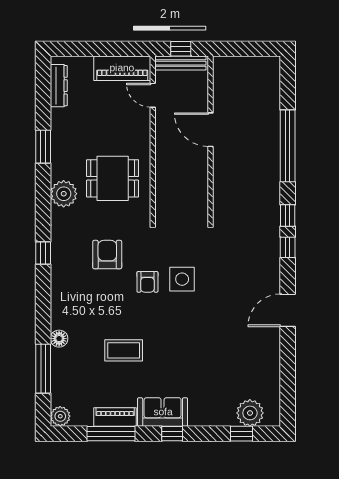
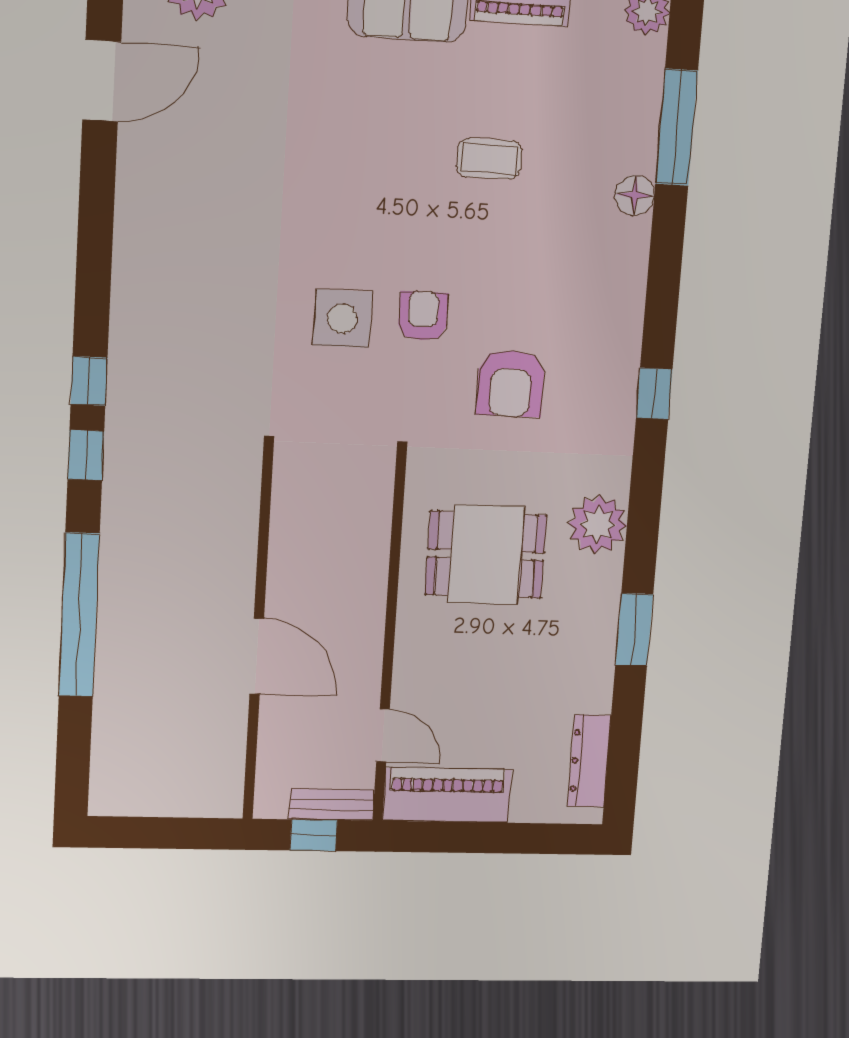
bench: (180, 63) -> (332, 804), width x0.73
door: (288, 310) -> (102, 81), moved
coffee table: (124, 350) -> (489, 159), width x0.73, depth x0.77

